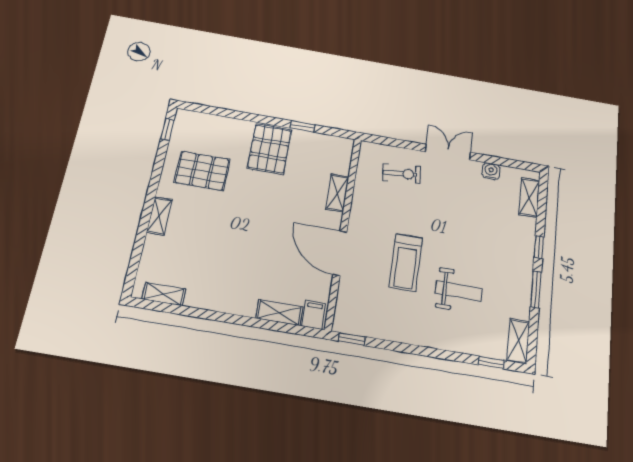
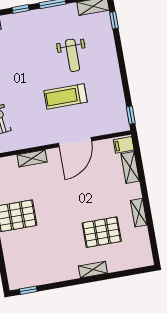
pallet: (202, 171) -> (102, 232), moved, turned 90
treadmill: (406, 263) -> (65, 96), turned 180
weight bench: (459, 291) -> (72, 55), turned 180
shelving: (164, 294) -> (139, 213), moved

